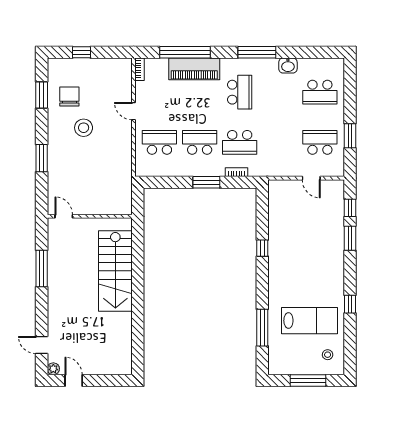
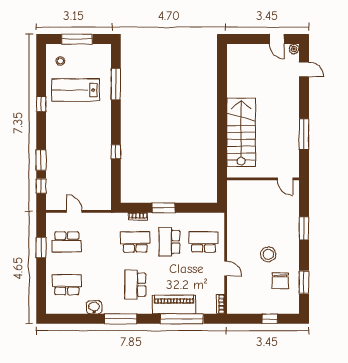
school desk: (159, 142) -> (204, 242), turned 180
school desk: (200, 142) -> (169, 242), turned 90

